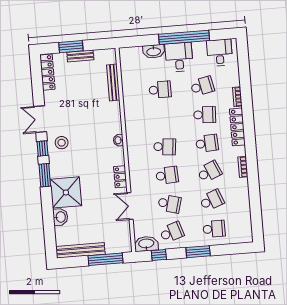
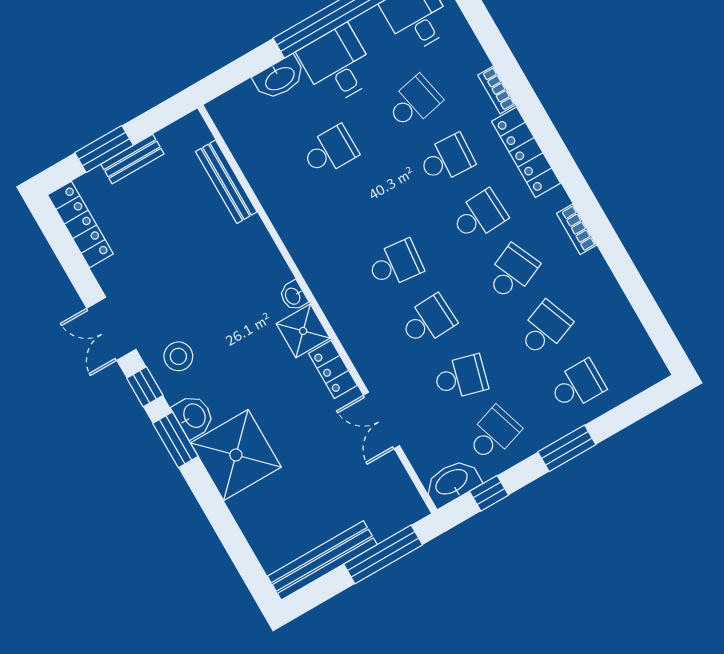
shower: (116, 156) -> (303, 331), added
washbasin: (60, 217) -> (194, 416), moved

